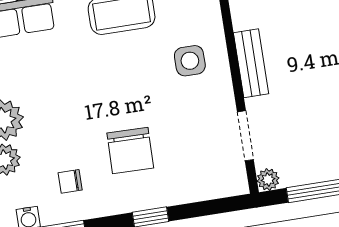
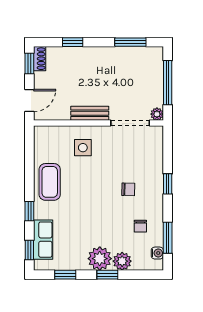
doorway: (245, 136) -> (130, 123), width x1.38
chair: (130, 150) -> (128, 189), width x0.54, depth x0.54

